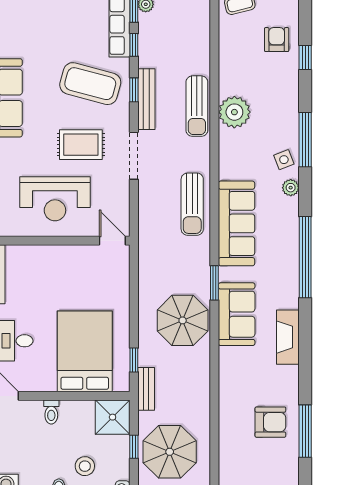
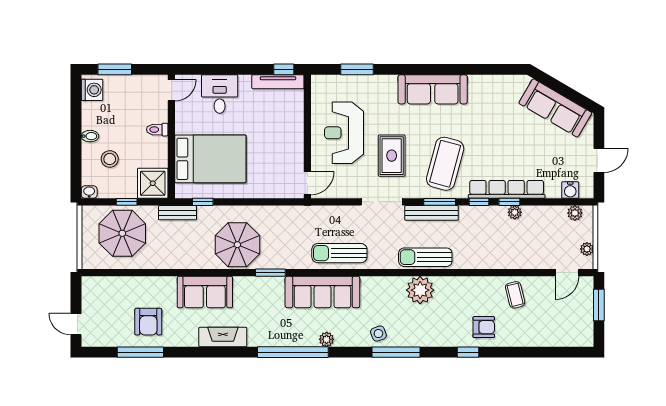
window: (134, 90) -> (440, 202), width x1.50
plant: (291, 188) -> (327, 339), moved
sofa: (237, 314) -> (205, 292), moved

